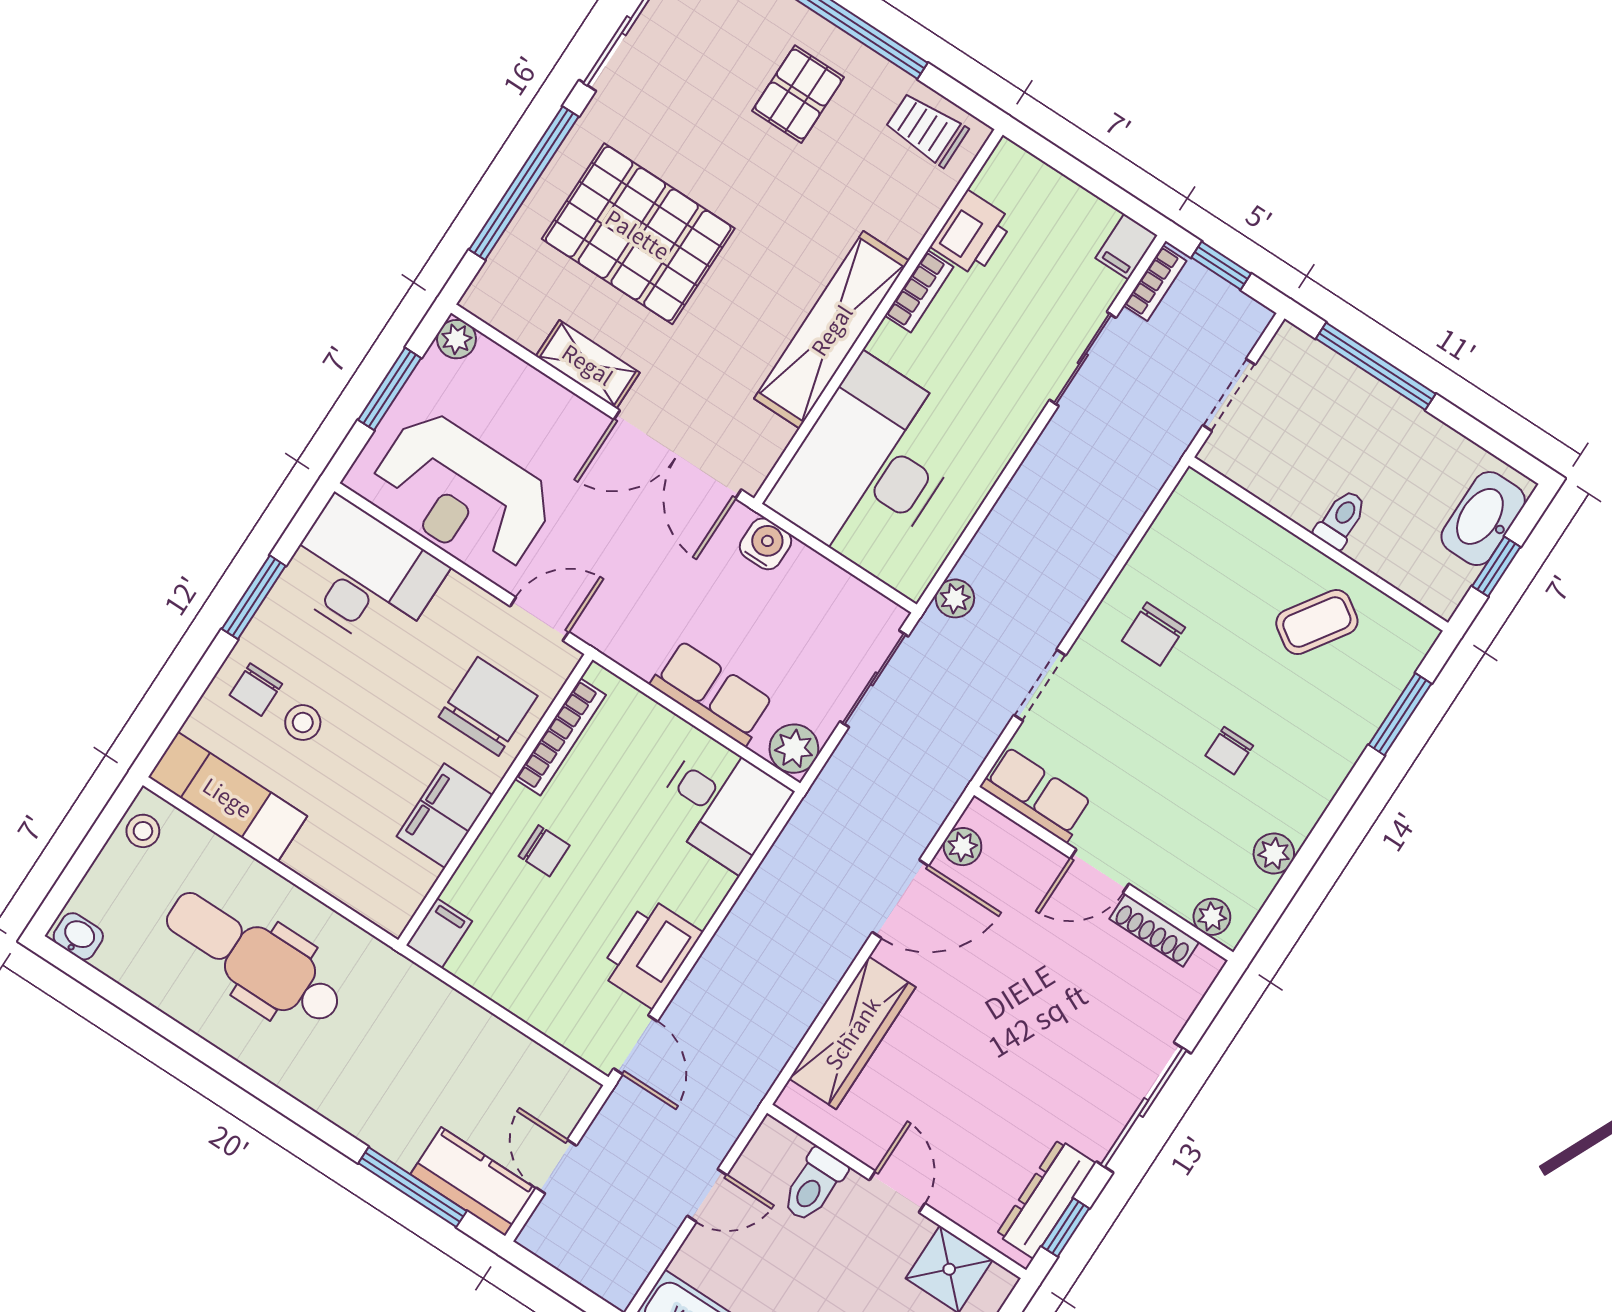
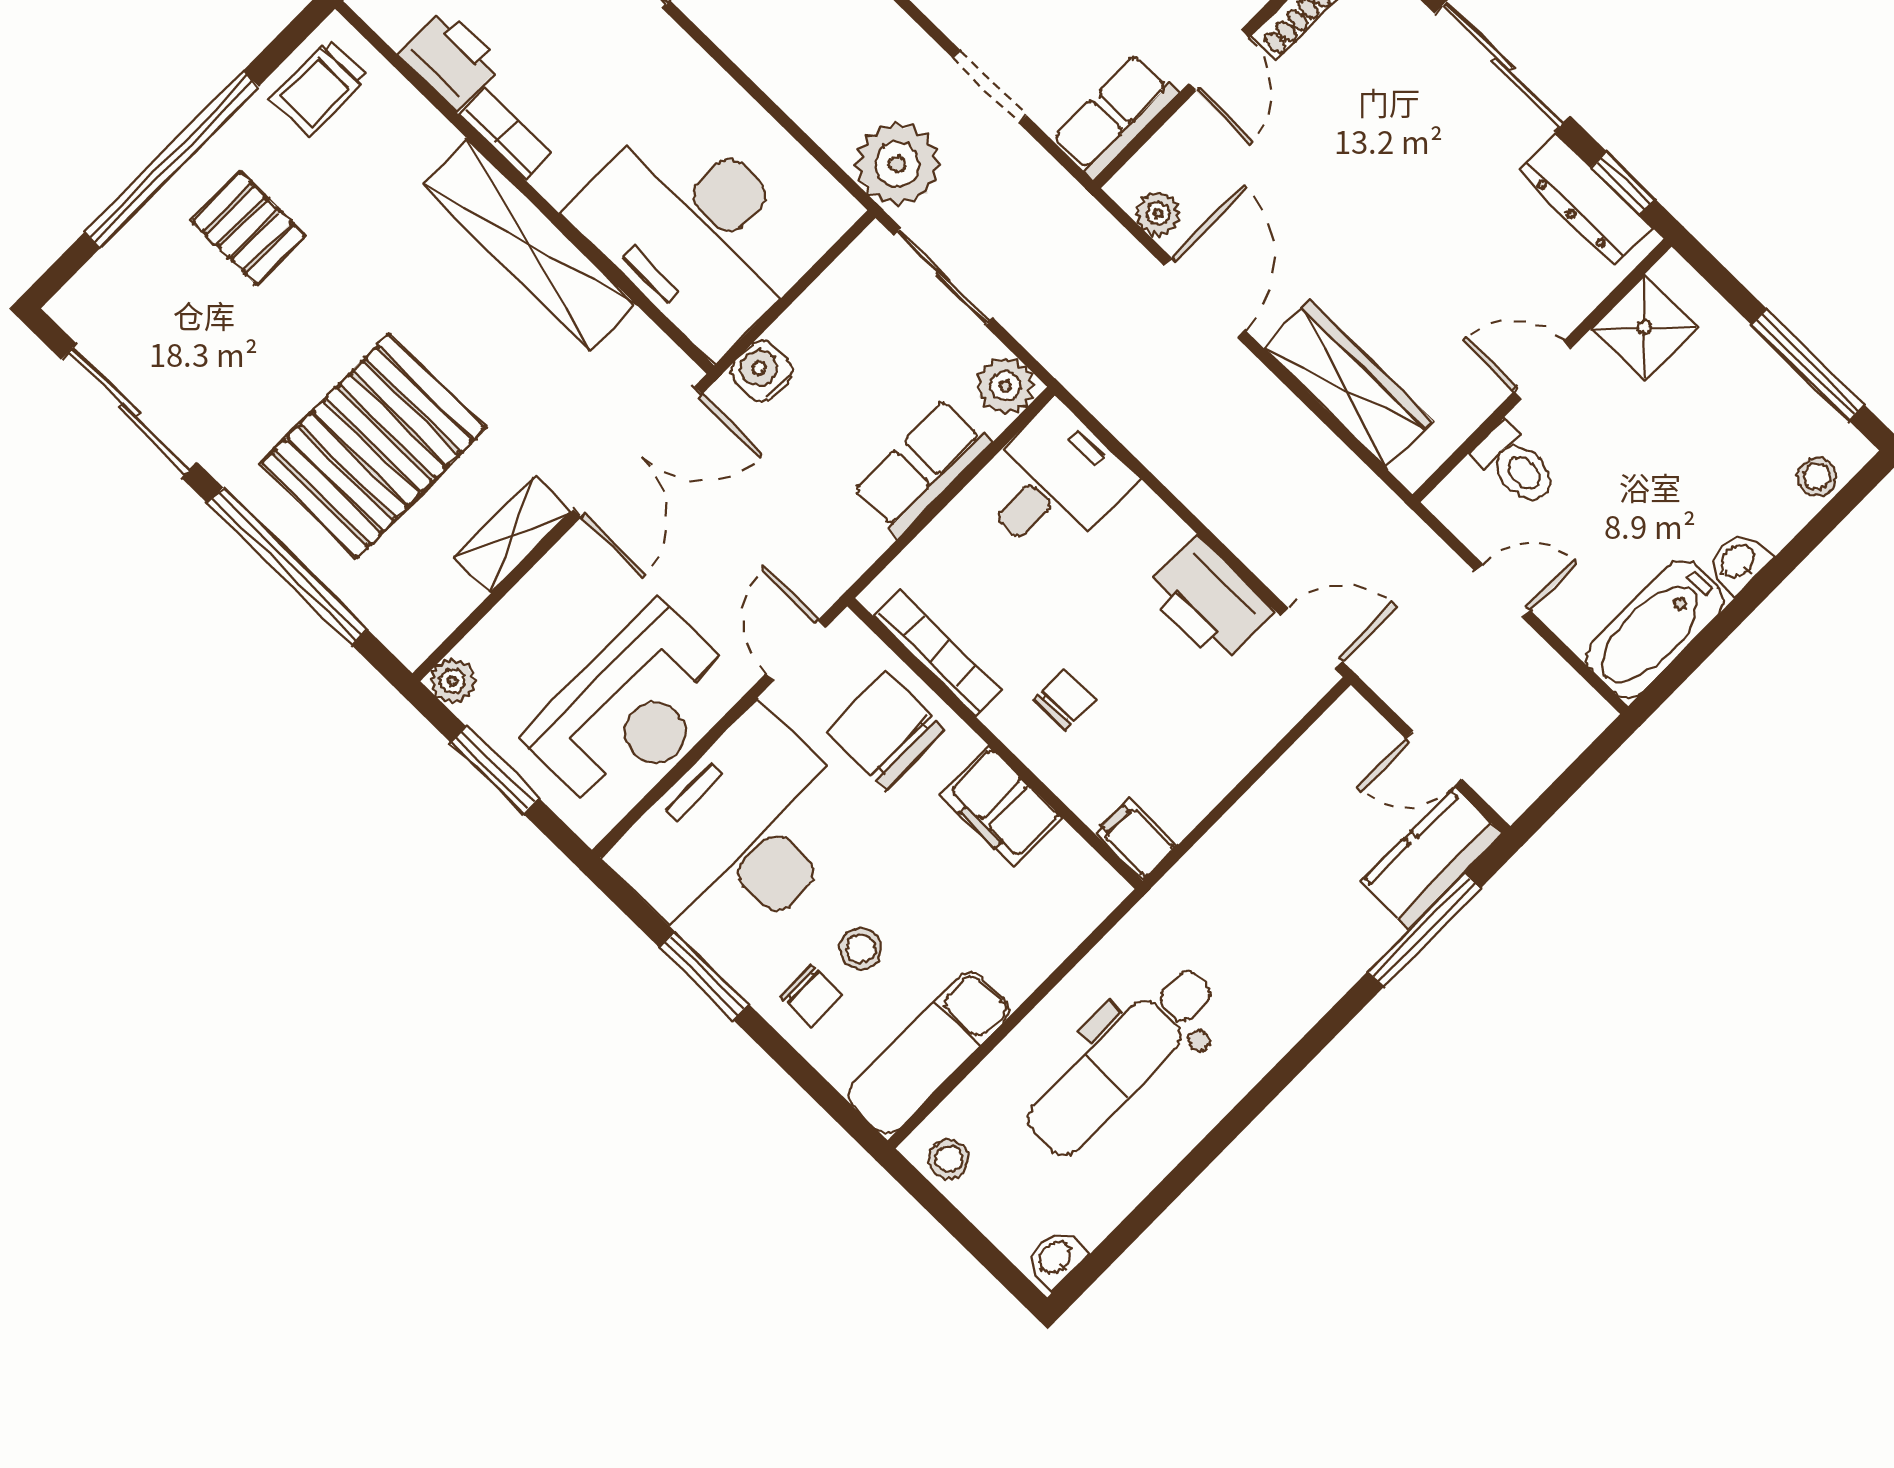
desk: (363, 575) -> (739, 837), width x1.36, depth x1.30
plant: (955, 598) -> (897, 164), width x1.88, depth x1.88
door: (707, 1195) -> (1503, 591), hinge flipped

